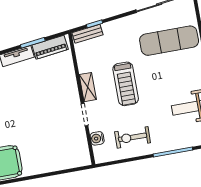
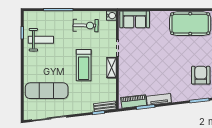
treadmill: (126, 84) -> (84, 65), turned 180
water cooler: (97, 138) -> (111, 16), moved
sofa: (68, 157) -> (135, 19), added

